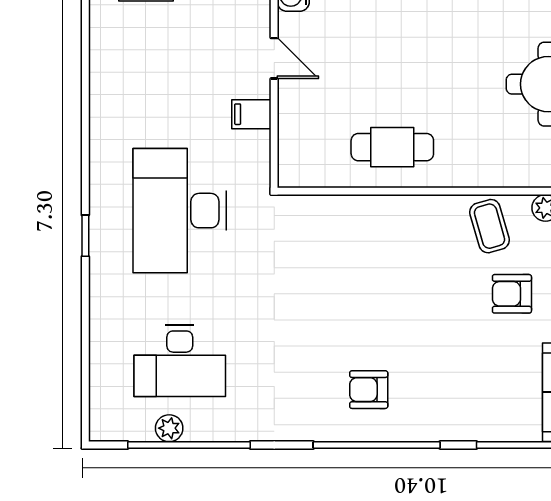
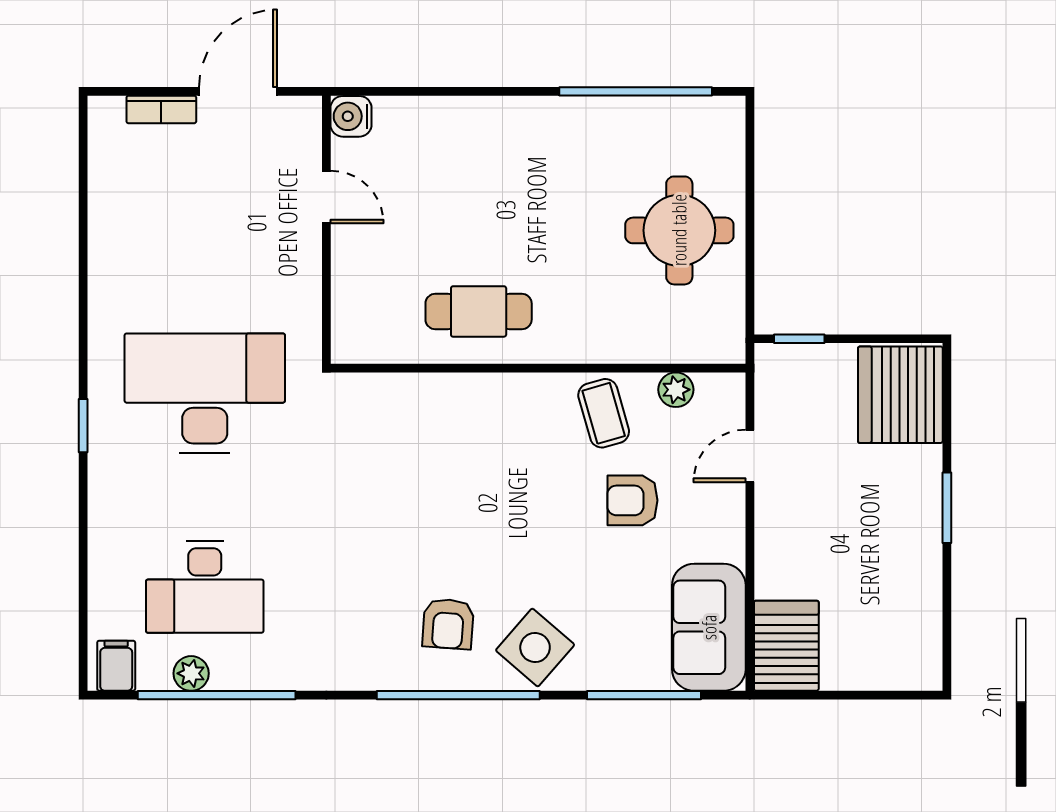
filing cabinet: (251, 114) -> (116, 666), moved, turned 90
desk: (180, 211) -> (205, 393), turned 90
armchair: (369, 390) -> (448, 624), turned -86
side table: (436, 408) -> (535, 647), added

